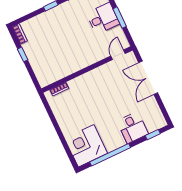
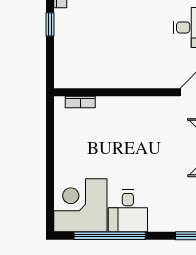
desk: (133, 128) -> (128, 211), moved

